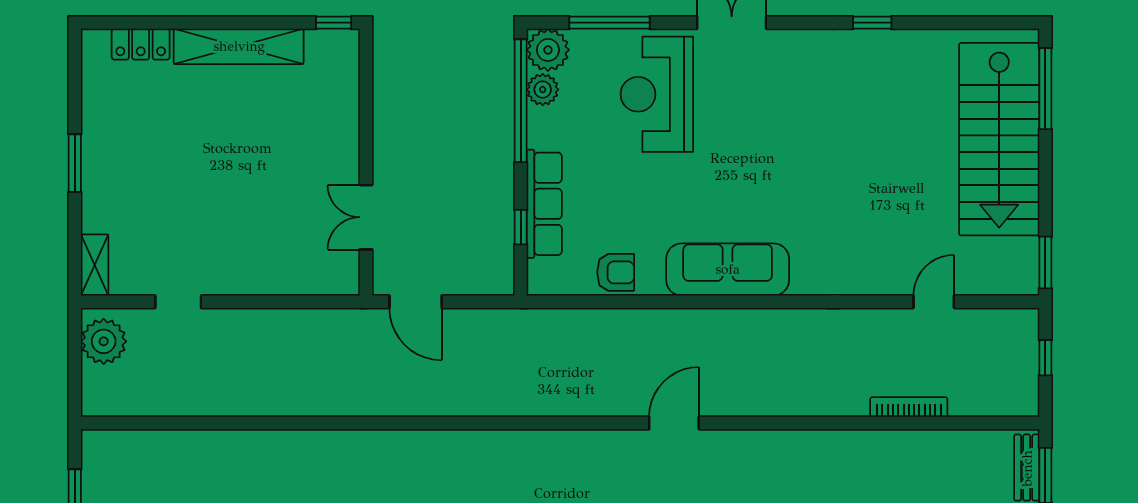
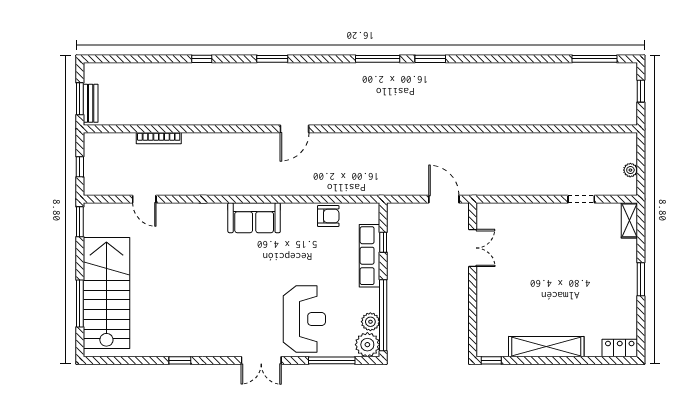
locker: (141, 44) -> (620, 348), moved
window: (1045, 89) -> (80, 304), moved
sofa: (728, 269) -> (254, 218), width x0.73
armchair: (616, 272) -> (328, 216), turned 180
door: (934, 302) -> (144, 199), hinge flipped
plant: (104, 341) -> (630, 170), width x0.53, depth x0.53

